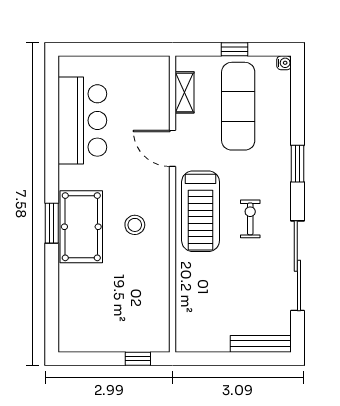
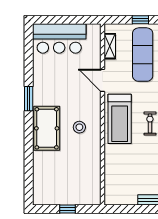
bar counter: (82, 120) -> (59, 39), moved, turned 90
window: (52, 223) -> (29, 99), moved
window: (138, 359) -> (67, 209), moved

